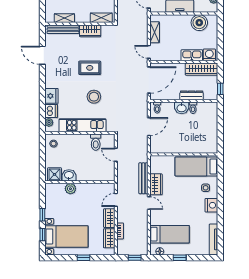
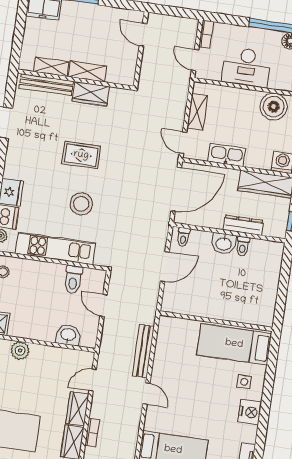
shelving: (101, 18) -> (87, 71), moved
kitchen sink: (192, 55) -> (227, 155), moved
washbasin: (69, 175) -> (68, 335), moved
wardrobe: (156, 184) -> (163, 364), removed

